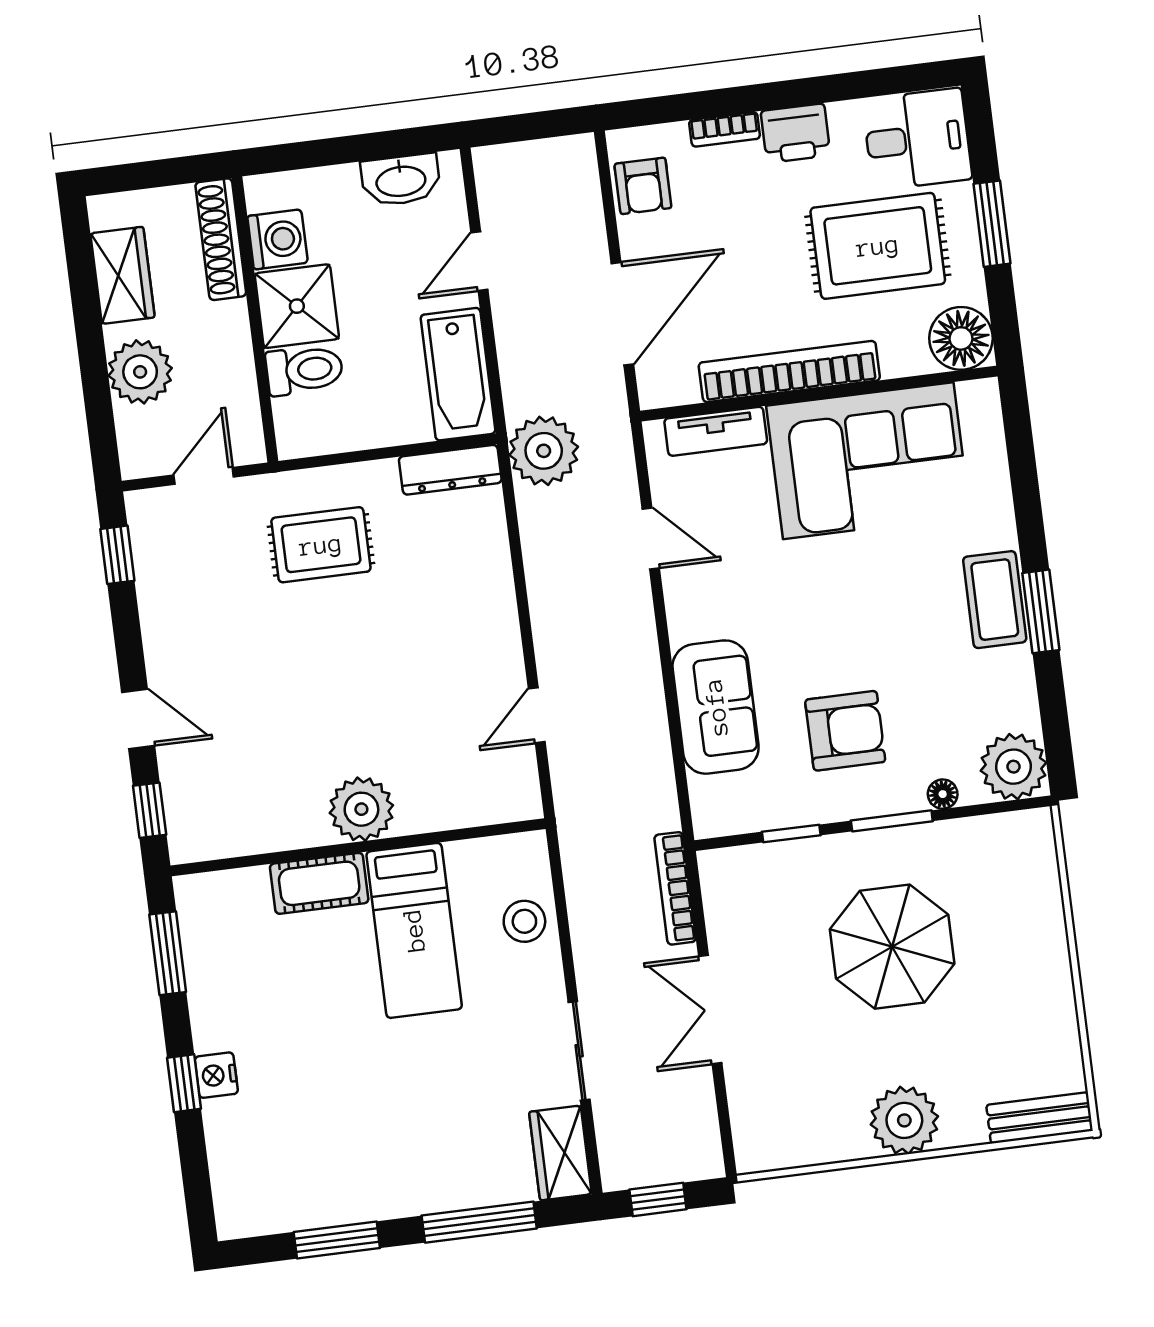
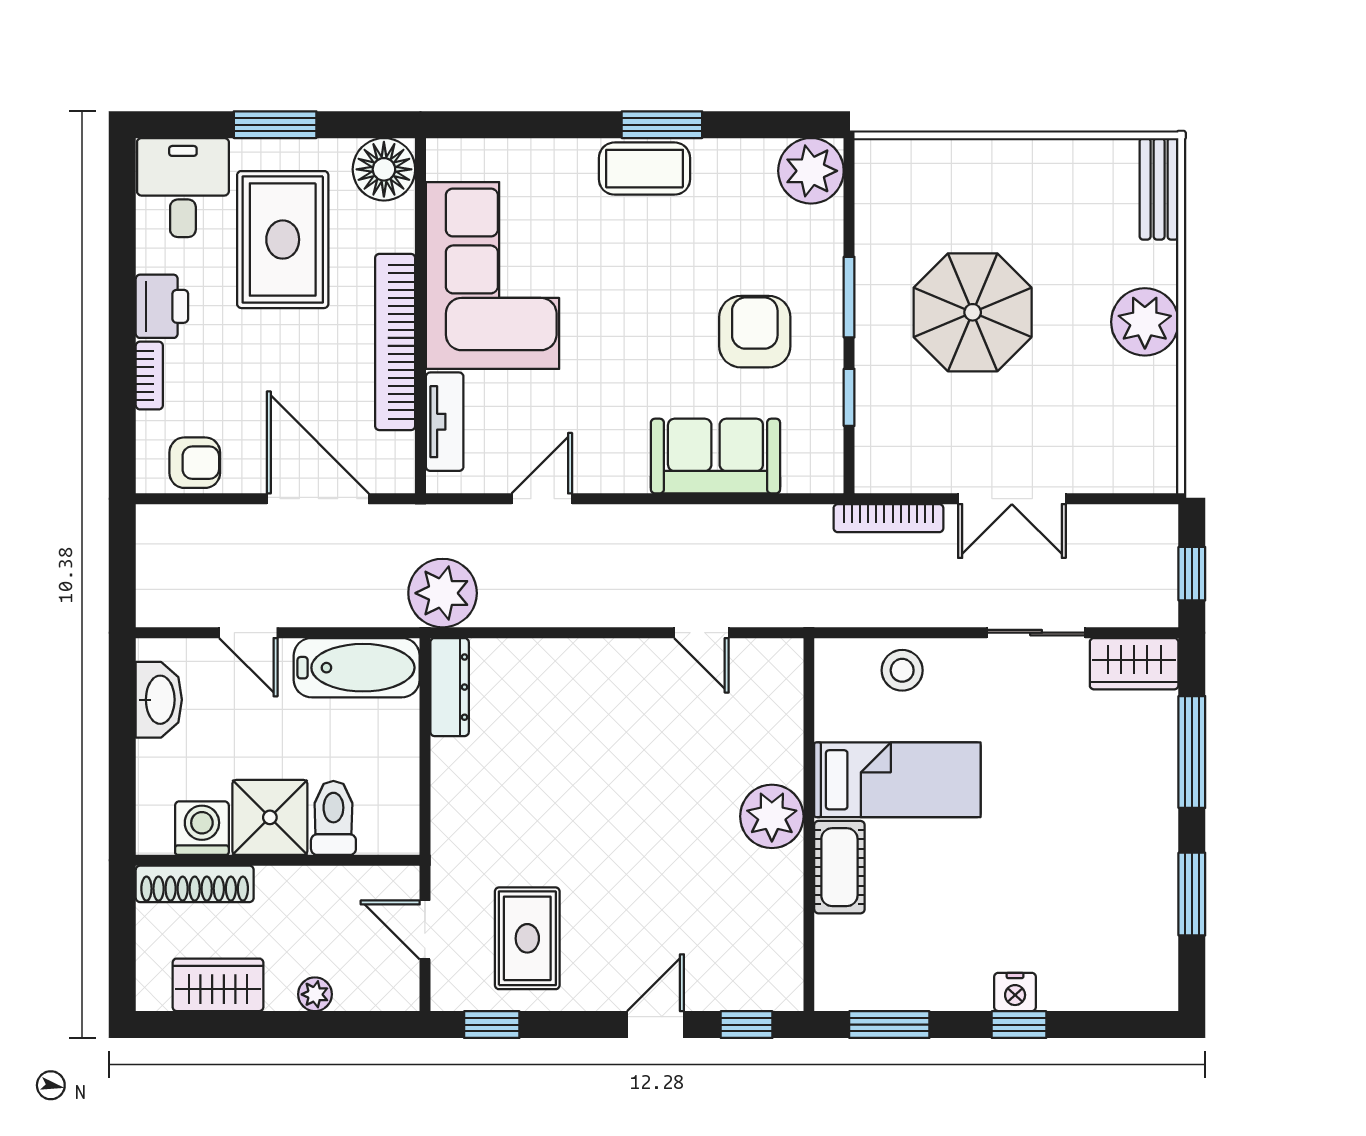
plant: (140, 372) -> (315, 994), width x0.53, depth x0.53
rug: (321, 545) -> (527, 938), moved
floor lamp: (943, 794) -> (829, 244), removed

